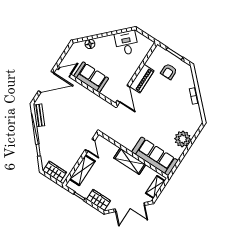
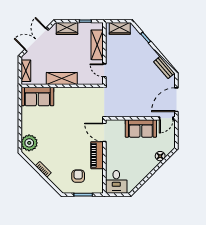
desk: (126, 43) -> (116, 182), moved, turned 45
plant: (183, 139) -> (29, 143), moved
sofa: (155, 156) -> (37, 97), width x0.73

